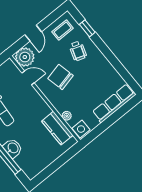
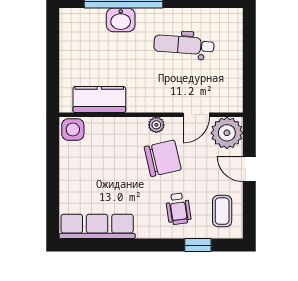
wheelchair: (78, 51) -> (178, 209), turned -117
row of seats: (114, 103) -> (97, 226), moved, turned -90
plant: (67, 116) -> (156, 125), moved

